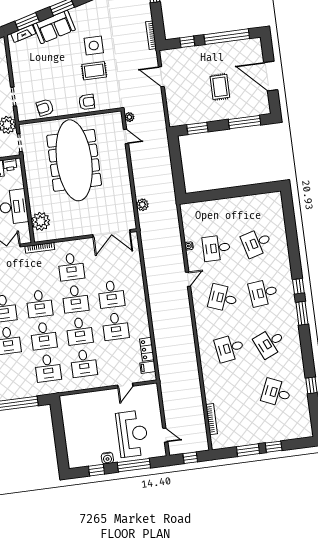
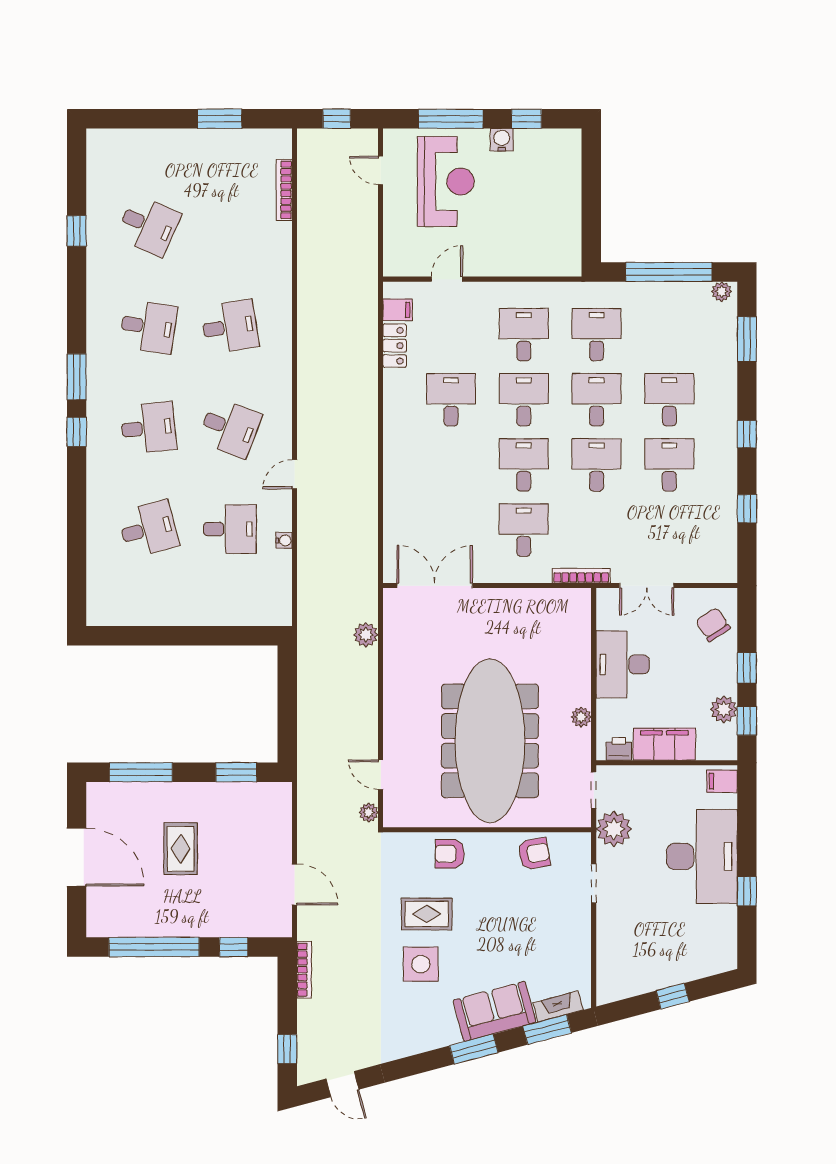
plant: (41, 221) -> (581, 717), moved, width x0.53, depth x0.53
desk: (111, 294) -> (451, 465), removed
desk: (270, 343) -> (148, 327), turned 33
reception desk: (132, 434) -> (446, 182), turned 180
window: (274, 447) -> (168, 119), removed

